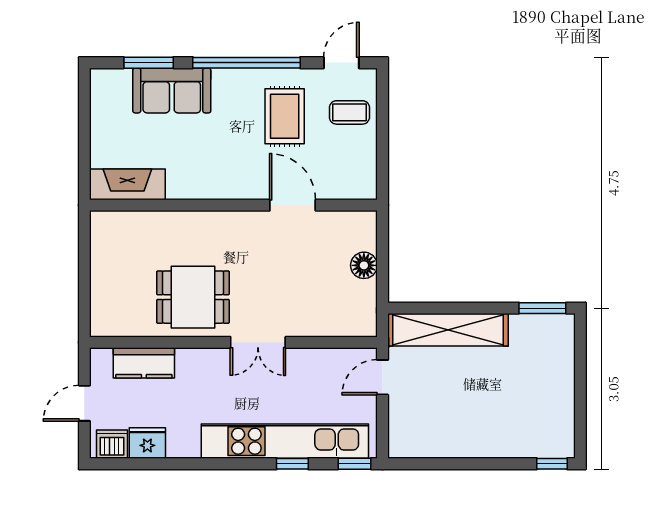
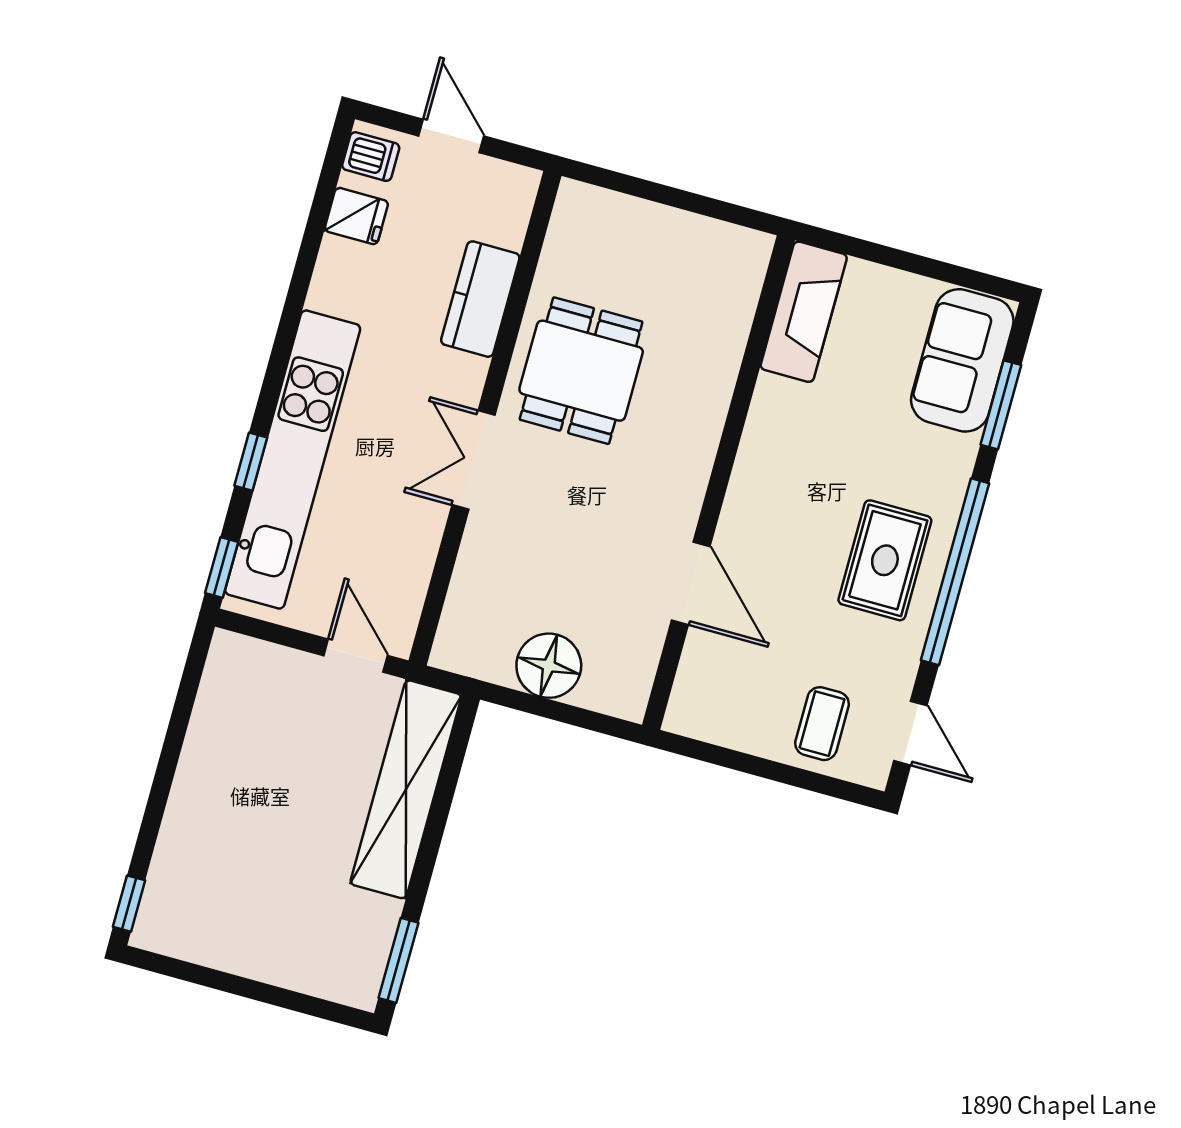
sofa: (172, 91) -> (962, 360), moved
rug: (285, 116) -> (885, 560), moved, turned 90
door: (293, 205) -> (691, 583), hinge flipped
floor lamp: (364, 265) -> (549, 666), width x1.38, depth x1.38
kitchen counter: (144, 363) -> (480, 299), moved
fridge: (147, 443) -> (356, 216), width x0.72
dishwasher: (112, 444) -> (371, 157), width x0.73

